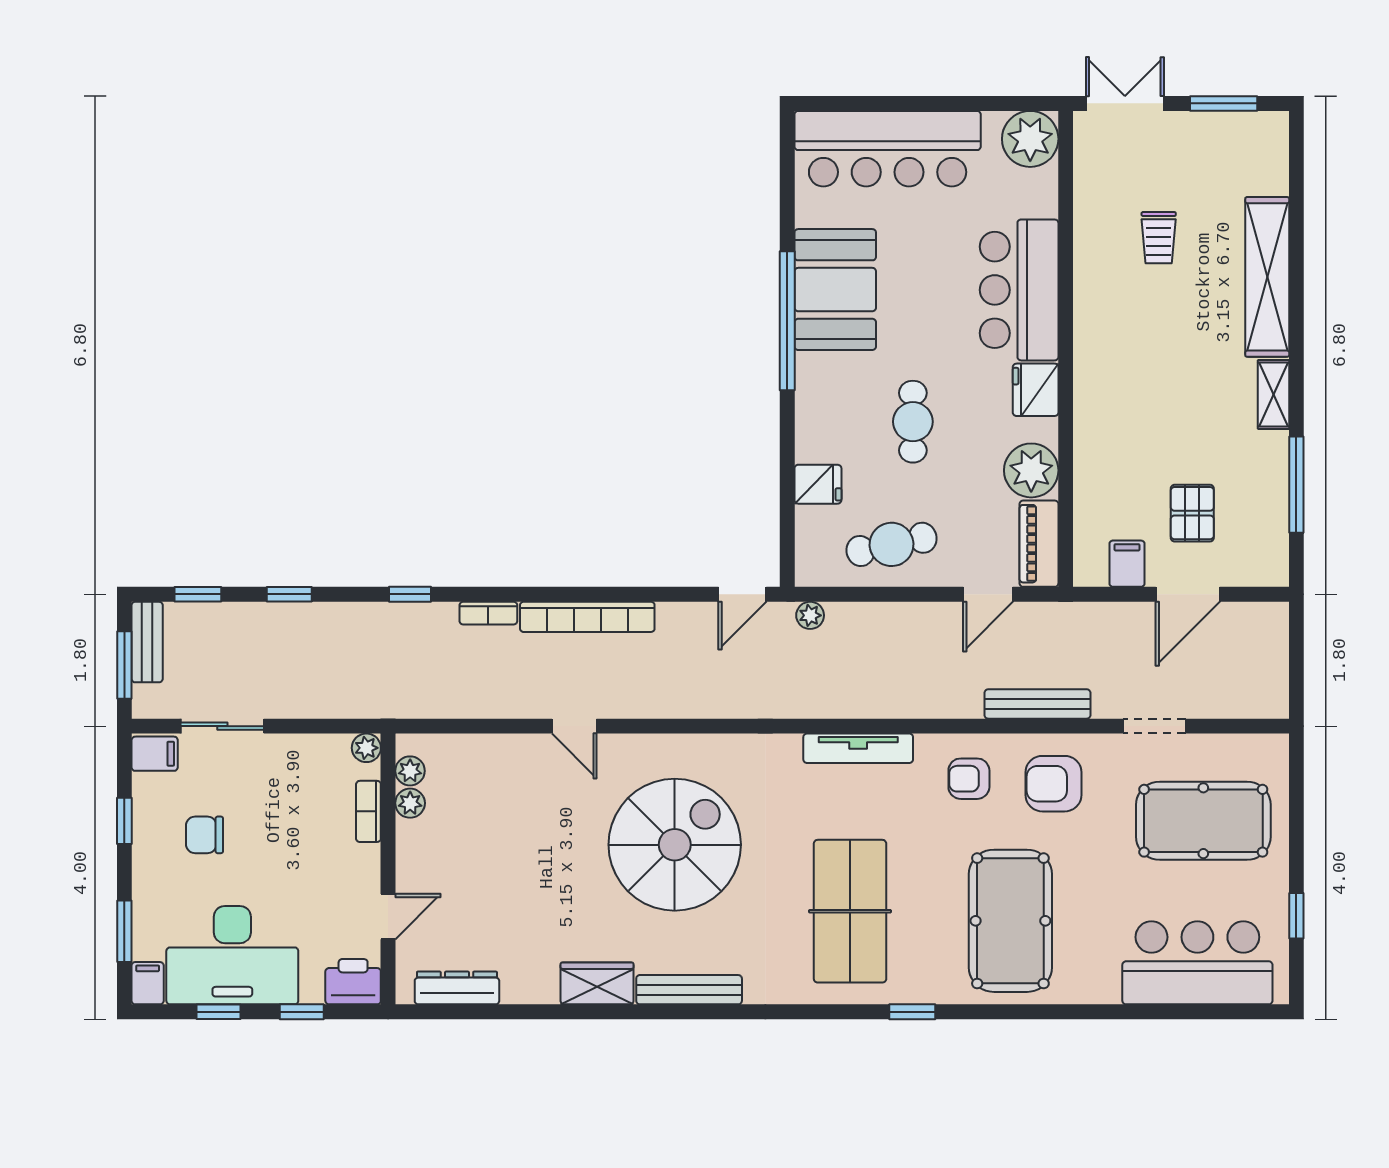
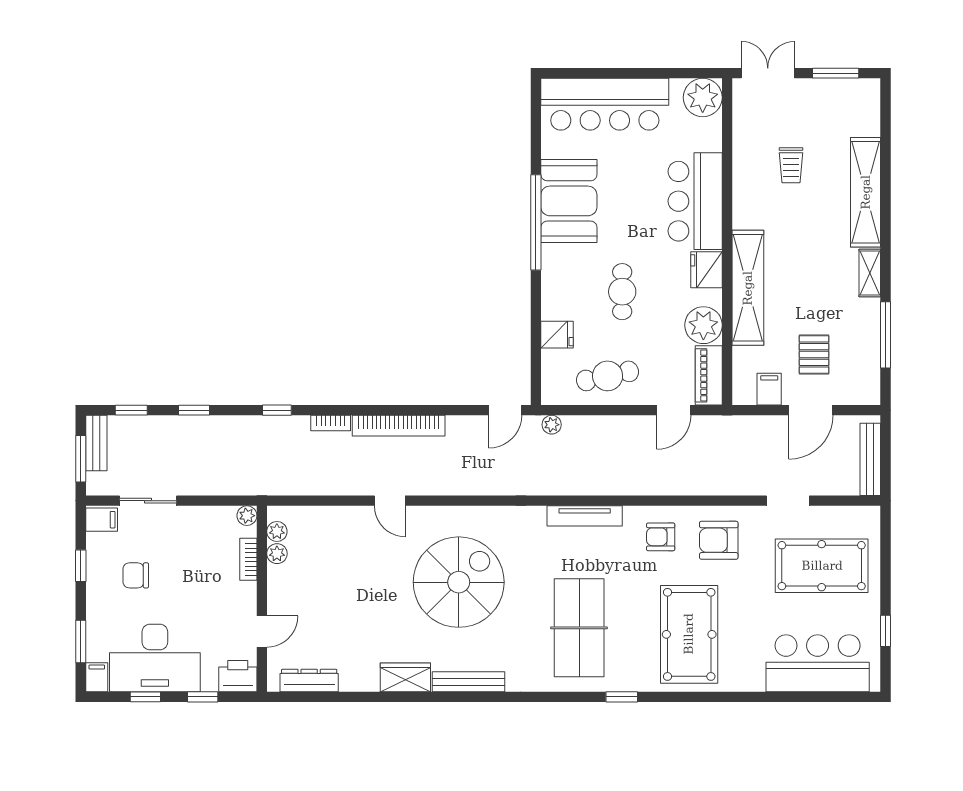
shelving: (1096, 416) -> (748, 288), added
bench: (1037, 704) -> (870, 459), moved, turned 90

